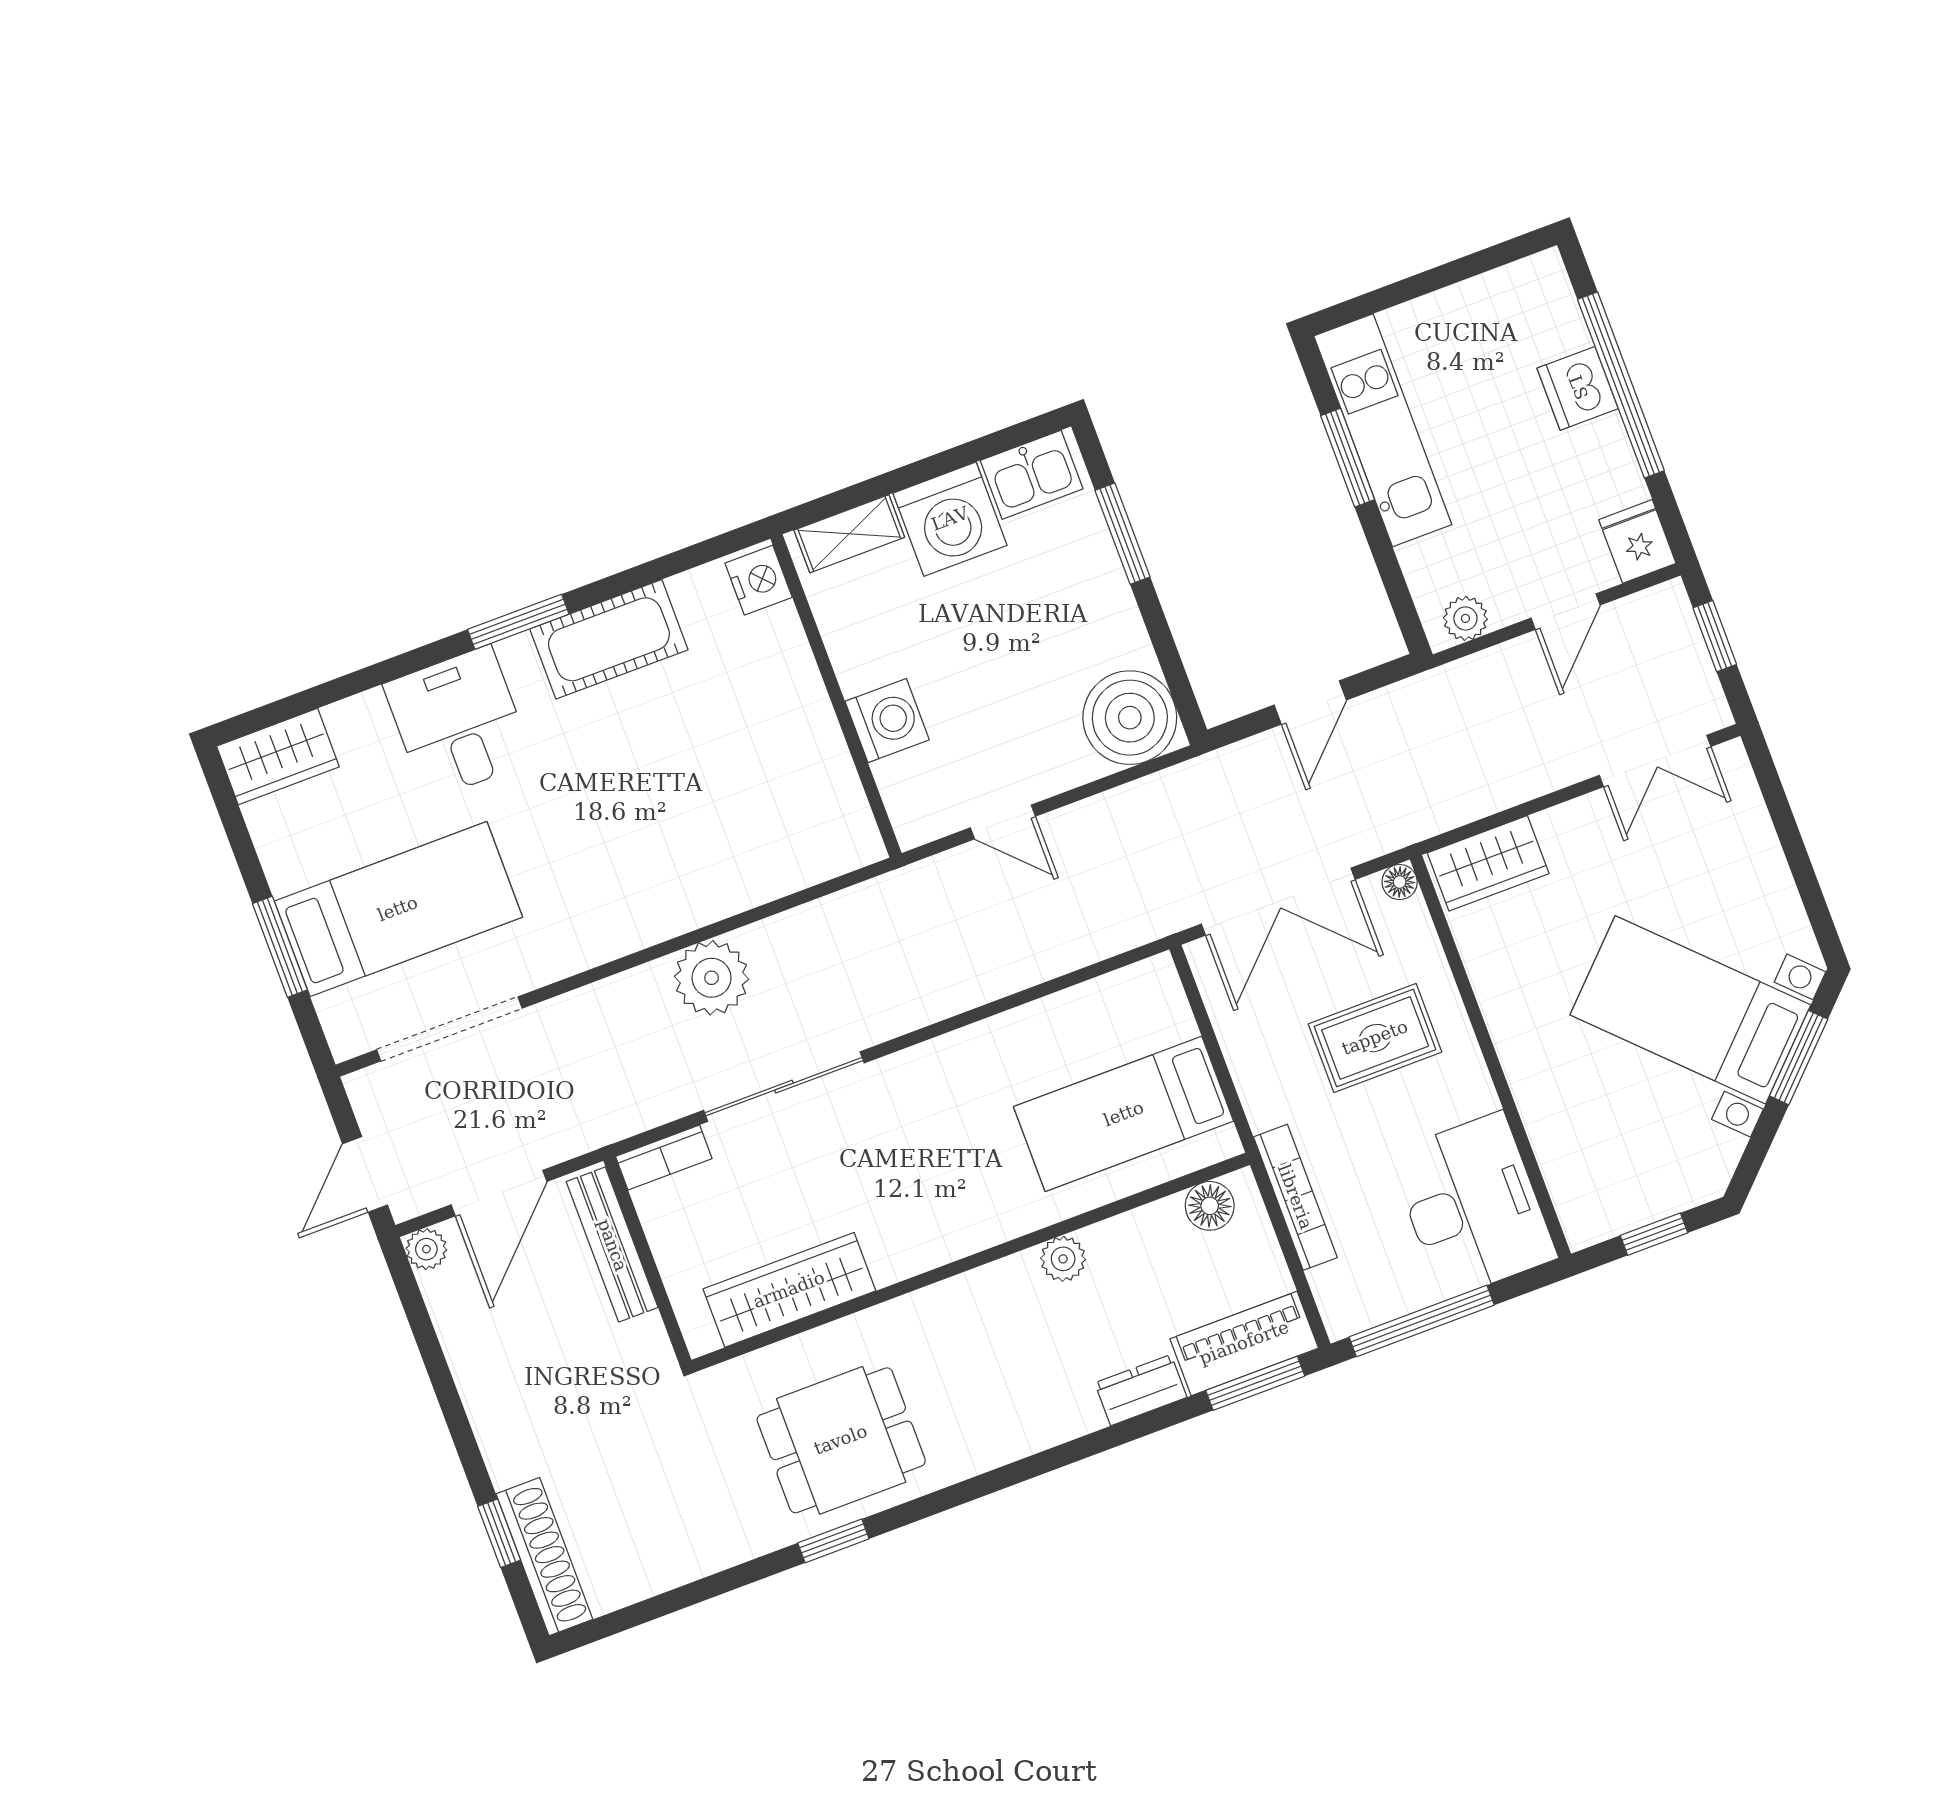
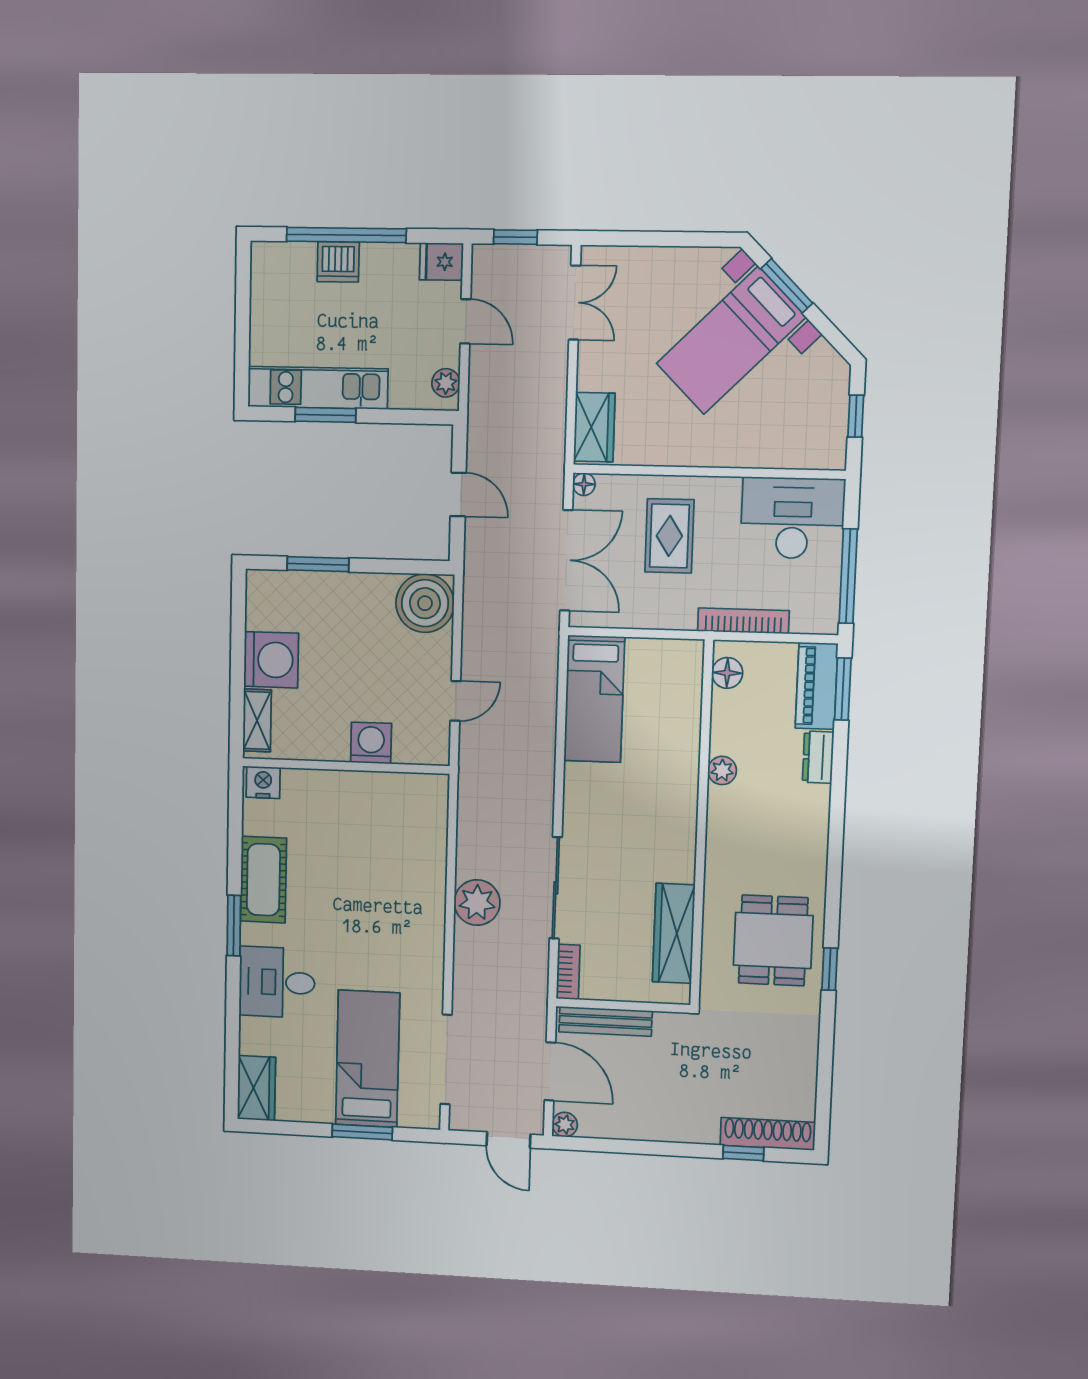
kitchen sink: (1032, 475) -> (264, 603), removed
bed: (1124, 1114) -> (594, 699), moved

